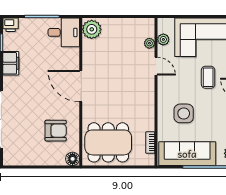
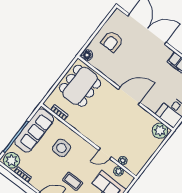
armchair: (56, 131) -> (112, 41), moved

